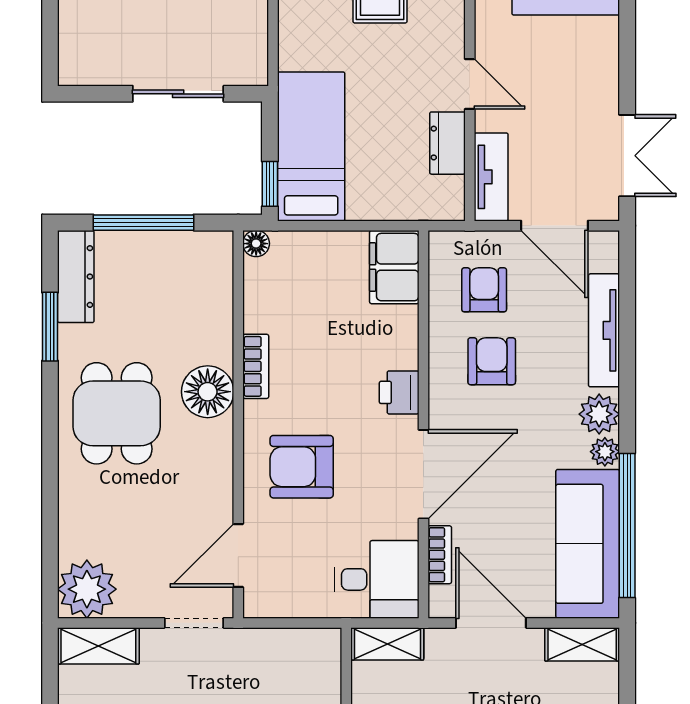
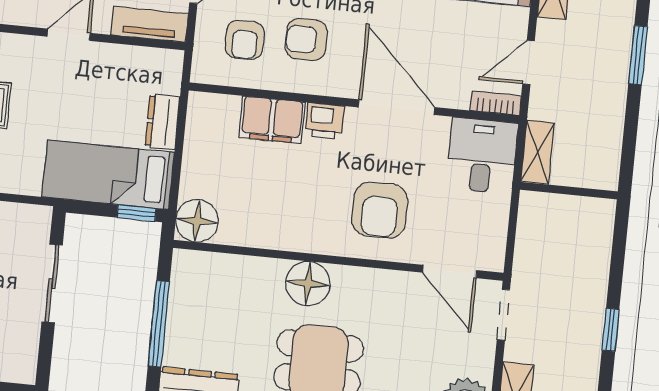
dresser: (447, 143) -> (162, 122), moved, turned 90
floor lamp: (256, 244) -> (197, 221), width x1.89, depth x1.89
filing cabinet: (394, 267) -> (272, 120), moved
armchair: (484, 290) -> (245, 40), turned -90
bookcase: (256, 366) -> (290, 241), removed
bookcase: (440, 555) -> (496, 103), moved
door: (491, 623) -> (529, 62), width x0.73

